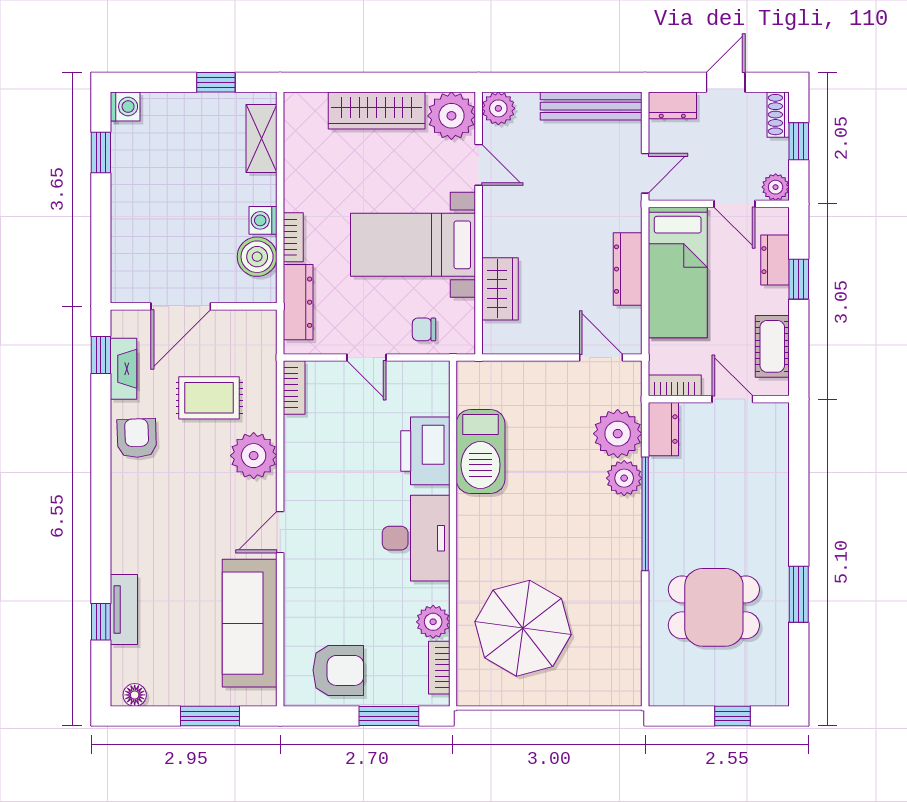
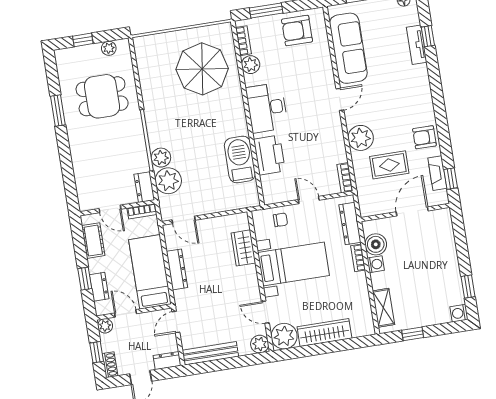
armchair: (137, 438) -> (424, 137), turned 92
plant: (687, 693) -> (109, 48), added

